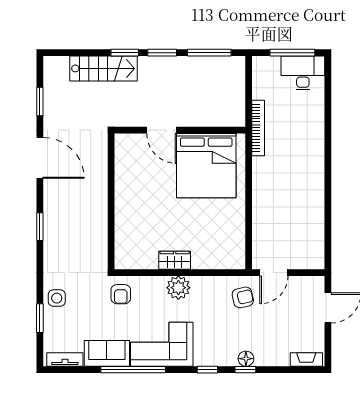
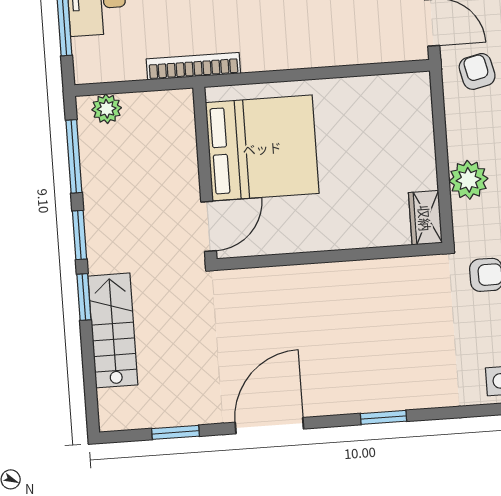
plant: (236, 74) -> (107, 109), added
wall: (111, 201) -> (330, 256), moved
wardrobe: (175, 260) -> (425, 218), moved

